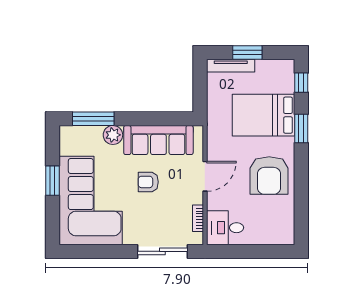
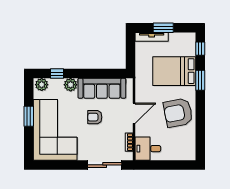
window: (93, 119) -> (57, 74), width x0.46
plant: (71, 135) -> (42, 85), added
armchair: (269, 176) -> (178, 113), turned 79

